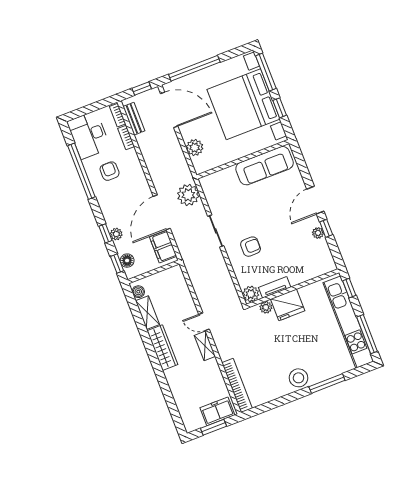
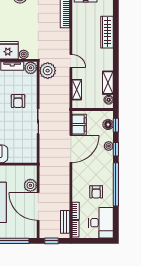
door: (169, 110) -> (38, 207), moved
window: (81, 171) -> (116, 184), moved
plant: (188, 195) -> (48, 71), moved
armchair: (251, 247) -> (18, 101), turned -90
shelving: (205, 346) -> (77, 90), moved
wardrobe: (162, 348) -> (107, 32), moved

